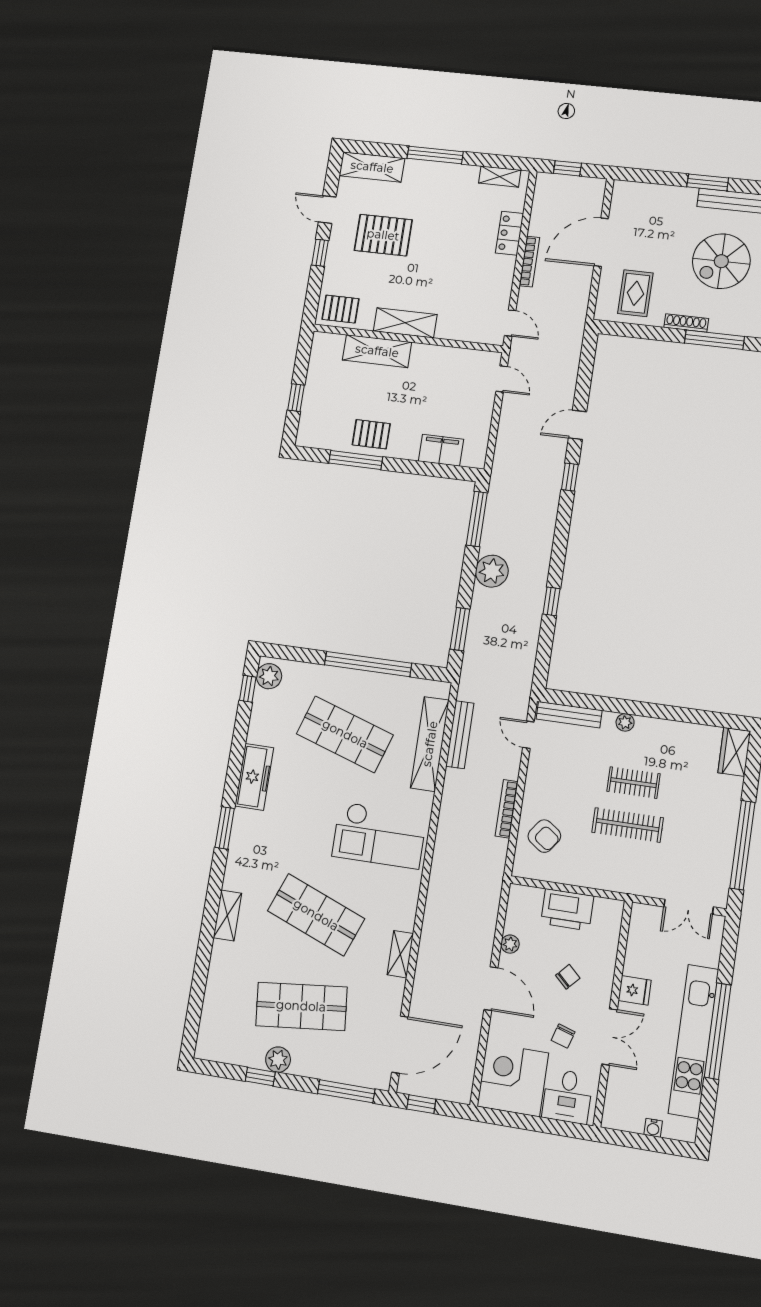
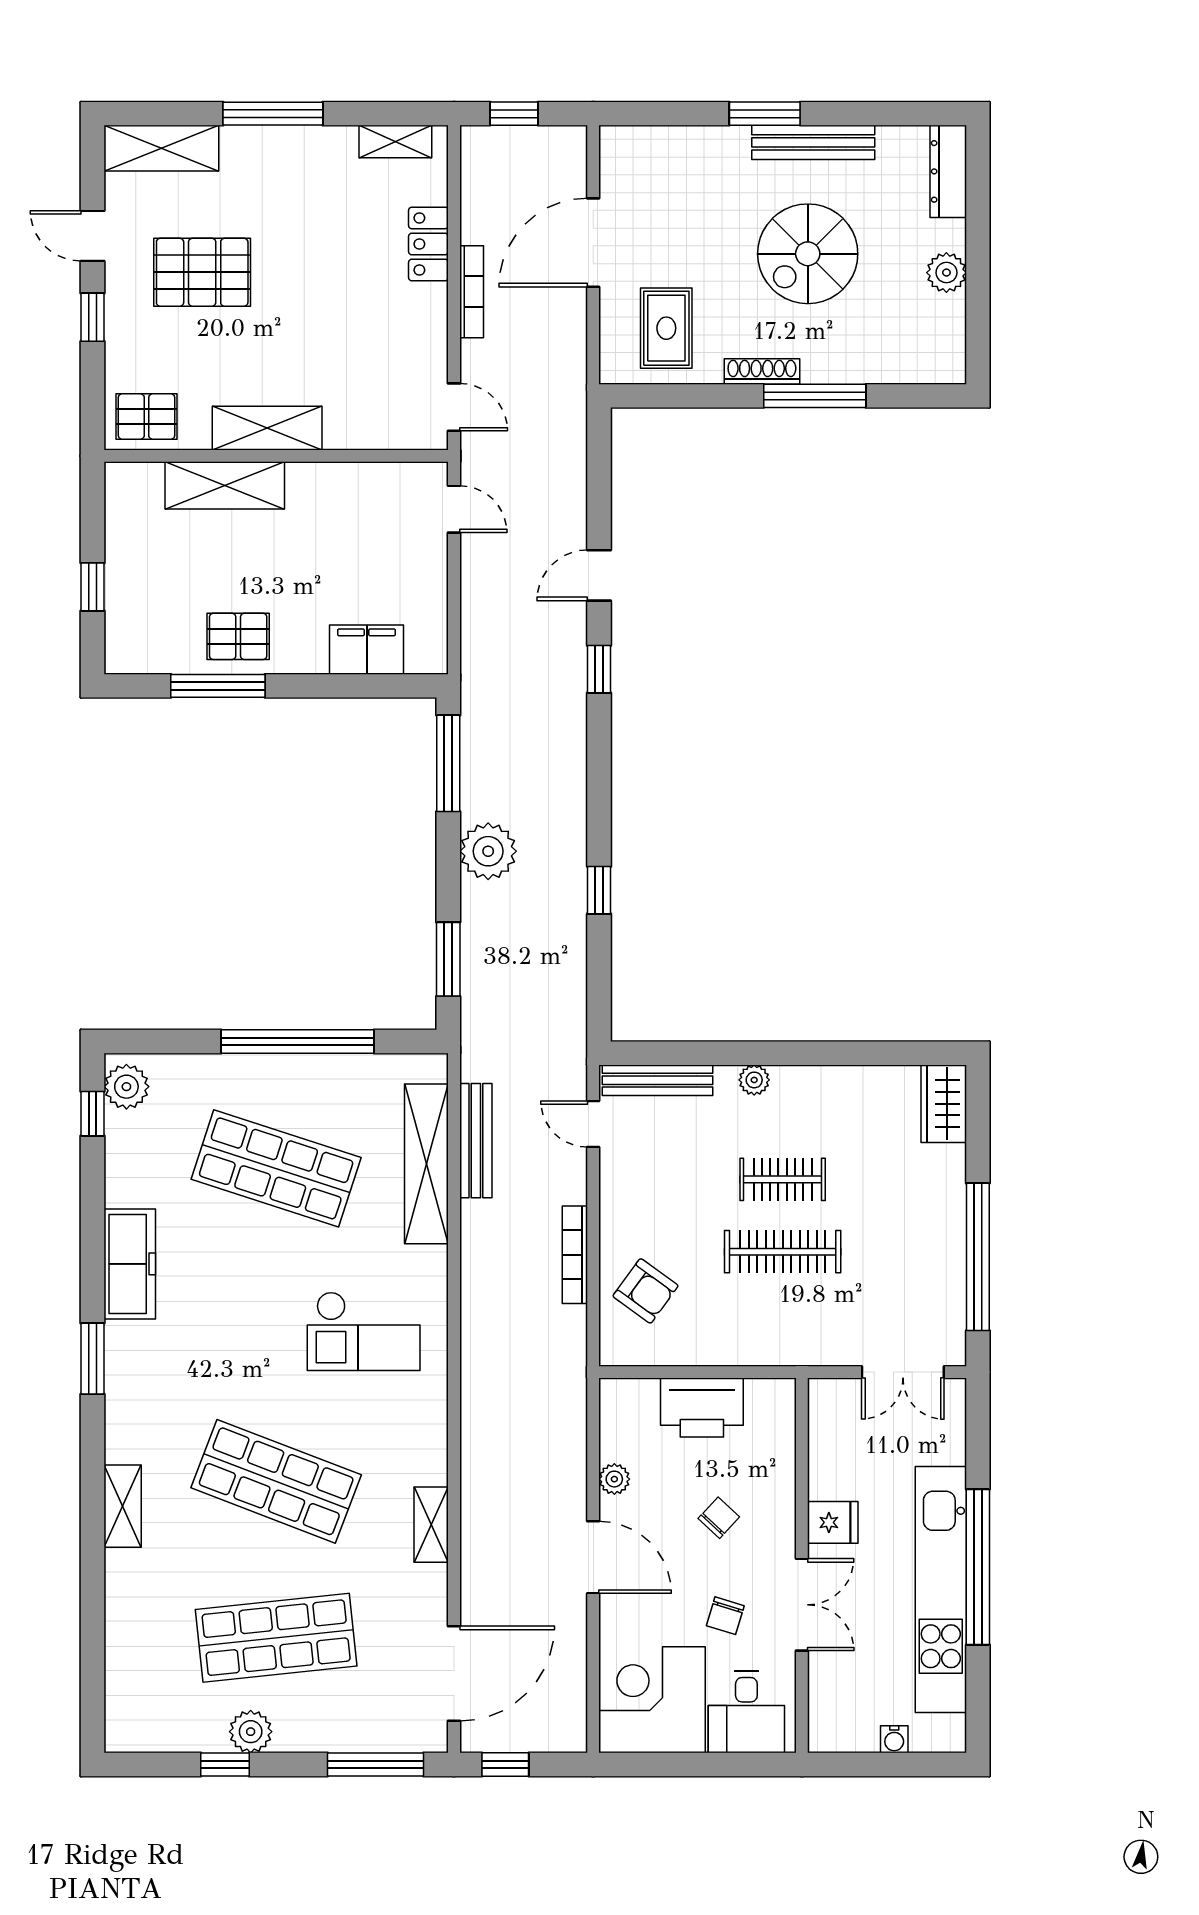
checkout: (379, 835) -> (364, 1331), width x0.73, depth x0.83

